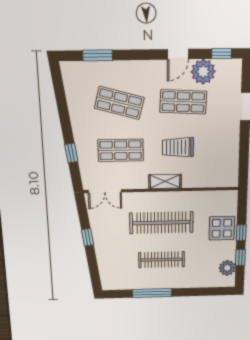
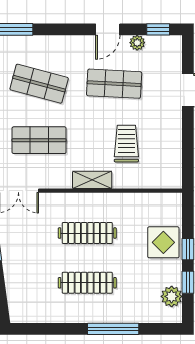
plant: (203, 72) -> (137, 43), width x0.53, depth x0.53
trolley: (178, 147) -> (126, 144), moved, turned 90
clothes rail: (161, 223) -> (87, 233), width x0.73, depth x0.76
window: (152, 293) -> (113, 329), moved

